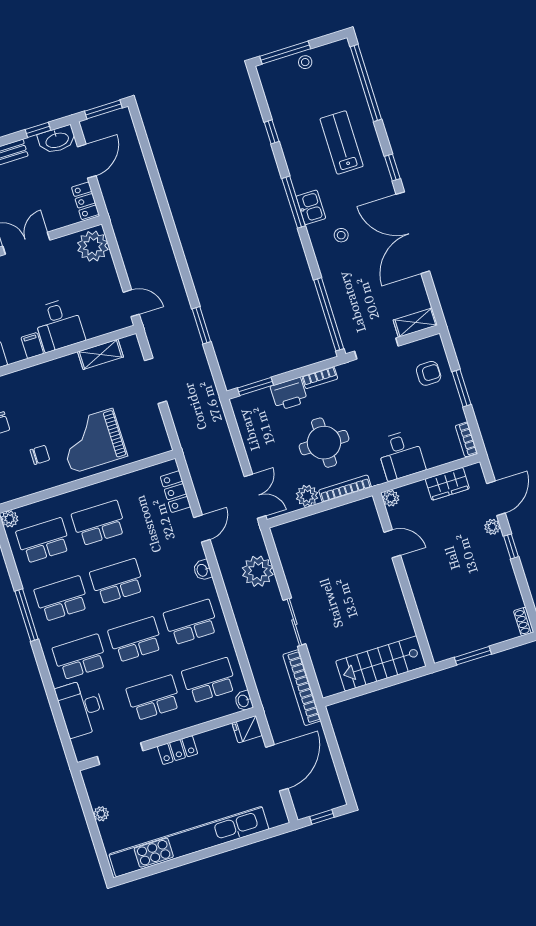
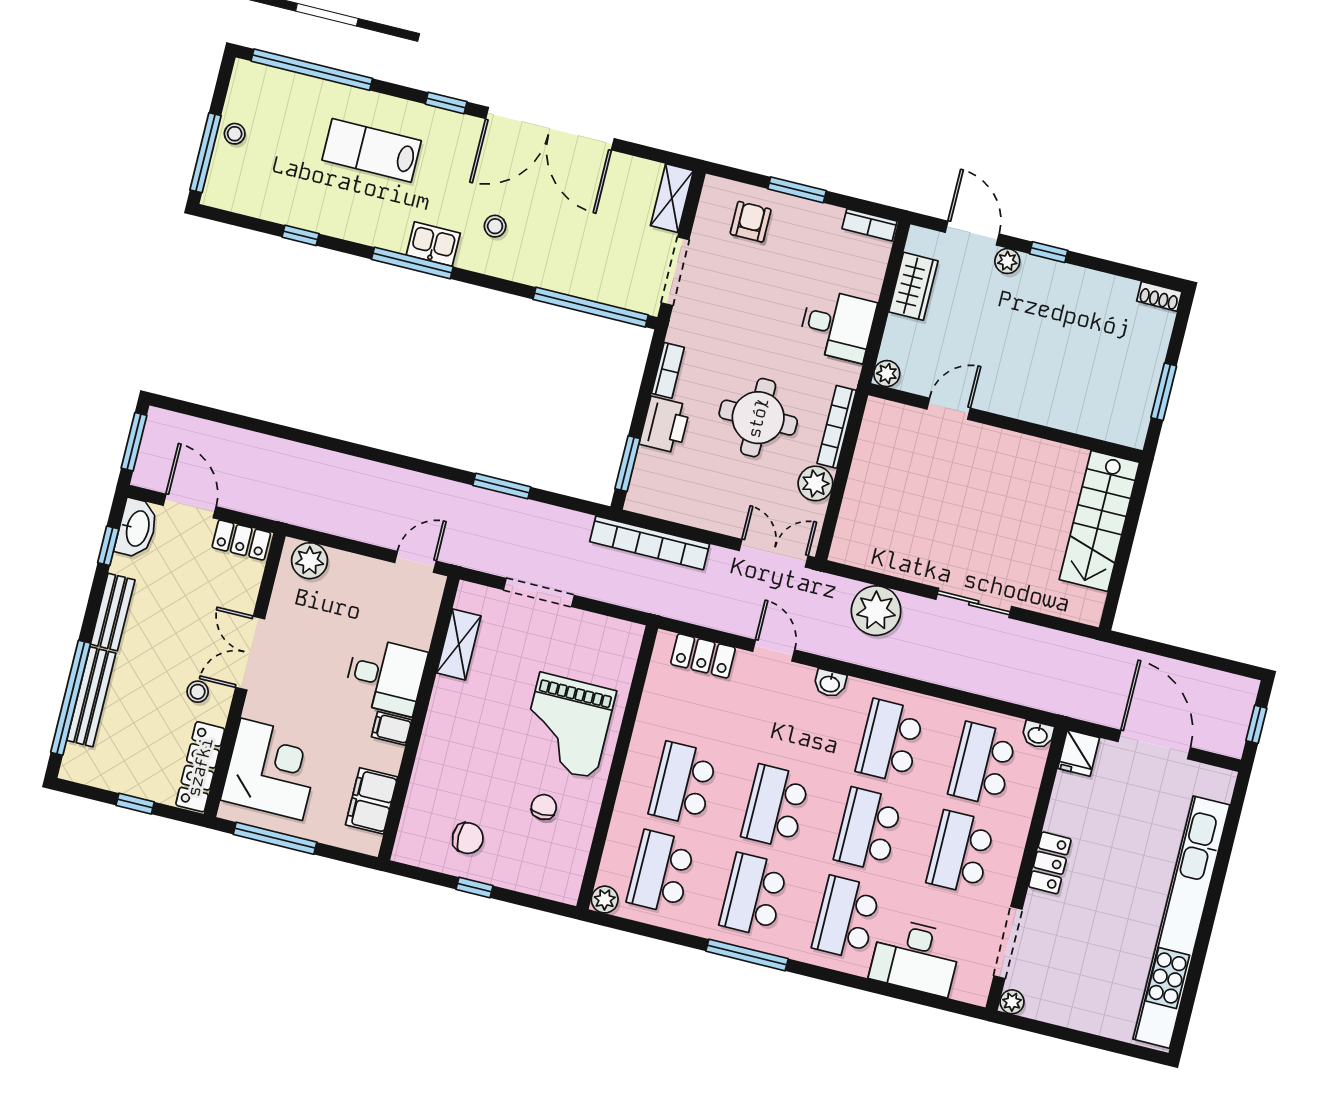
plant: (93, 246) -> (310, 561), width x0.73, depth x0.73
bookcase: (302, 688) -> (650, 543), moved
plant: (101, 814) -> (1012, 1002), moved

